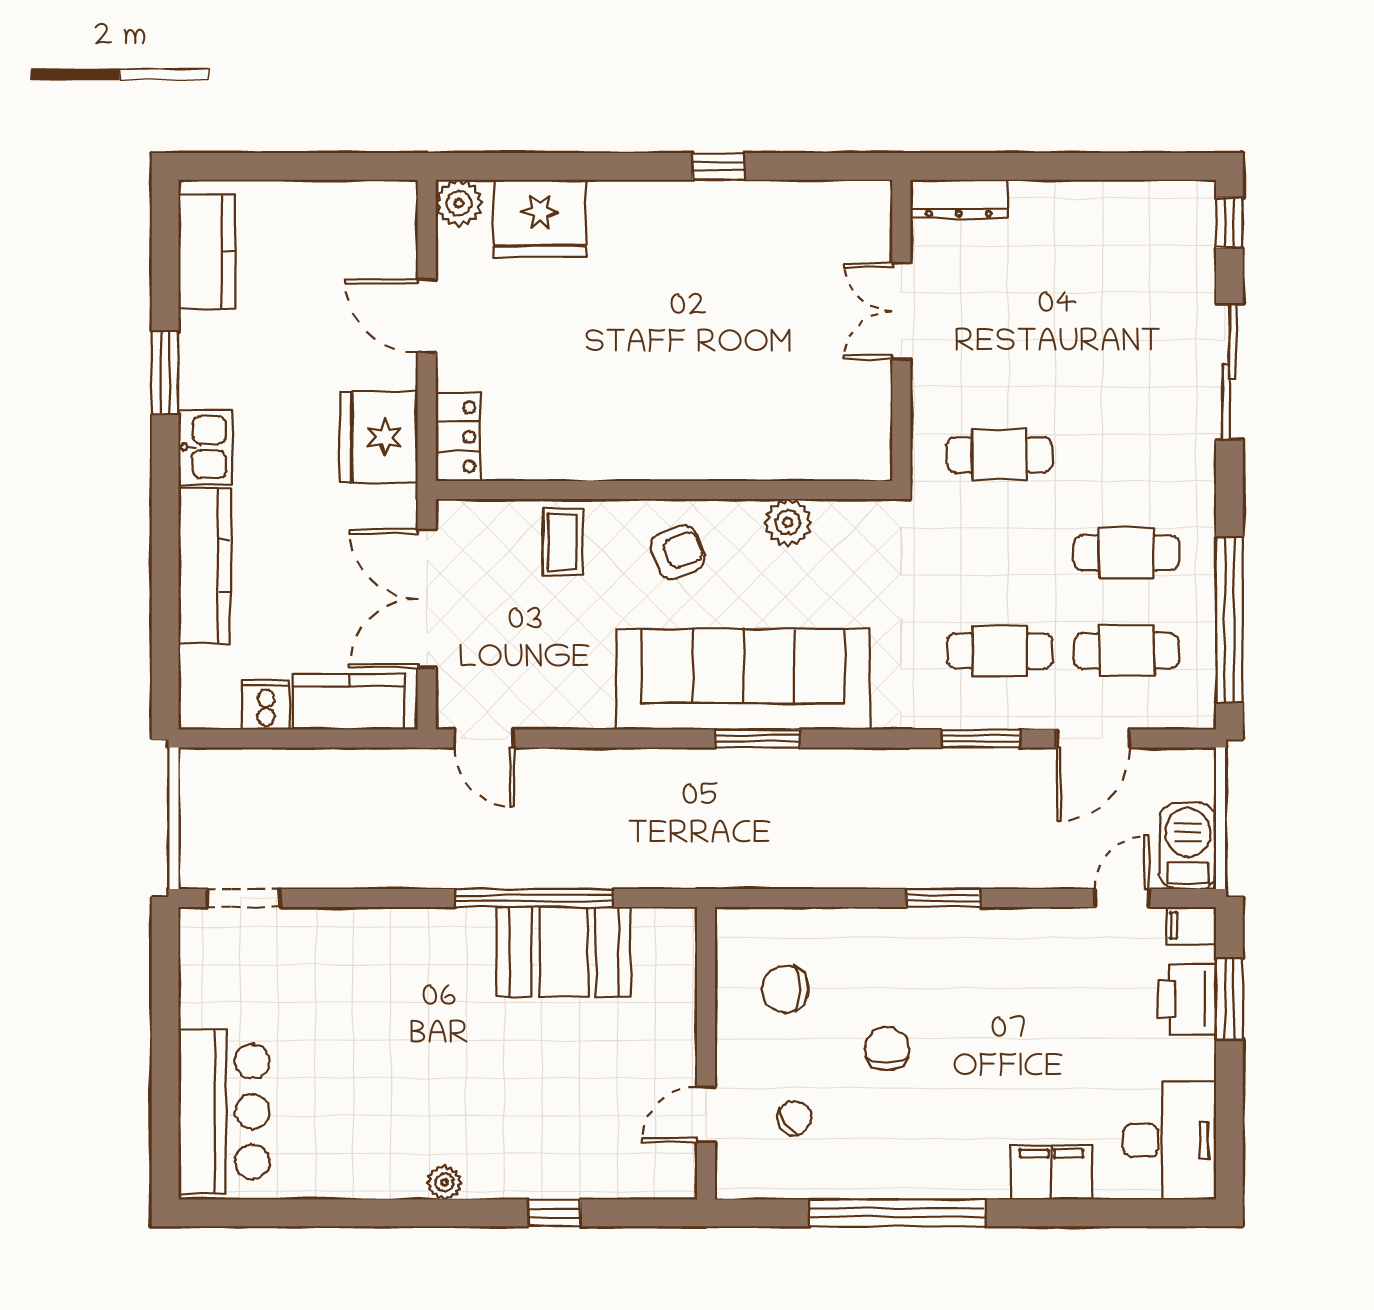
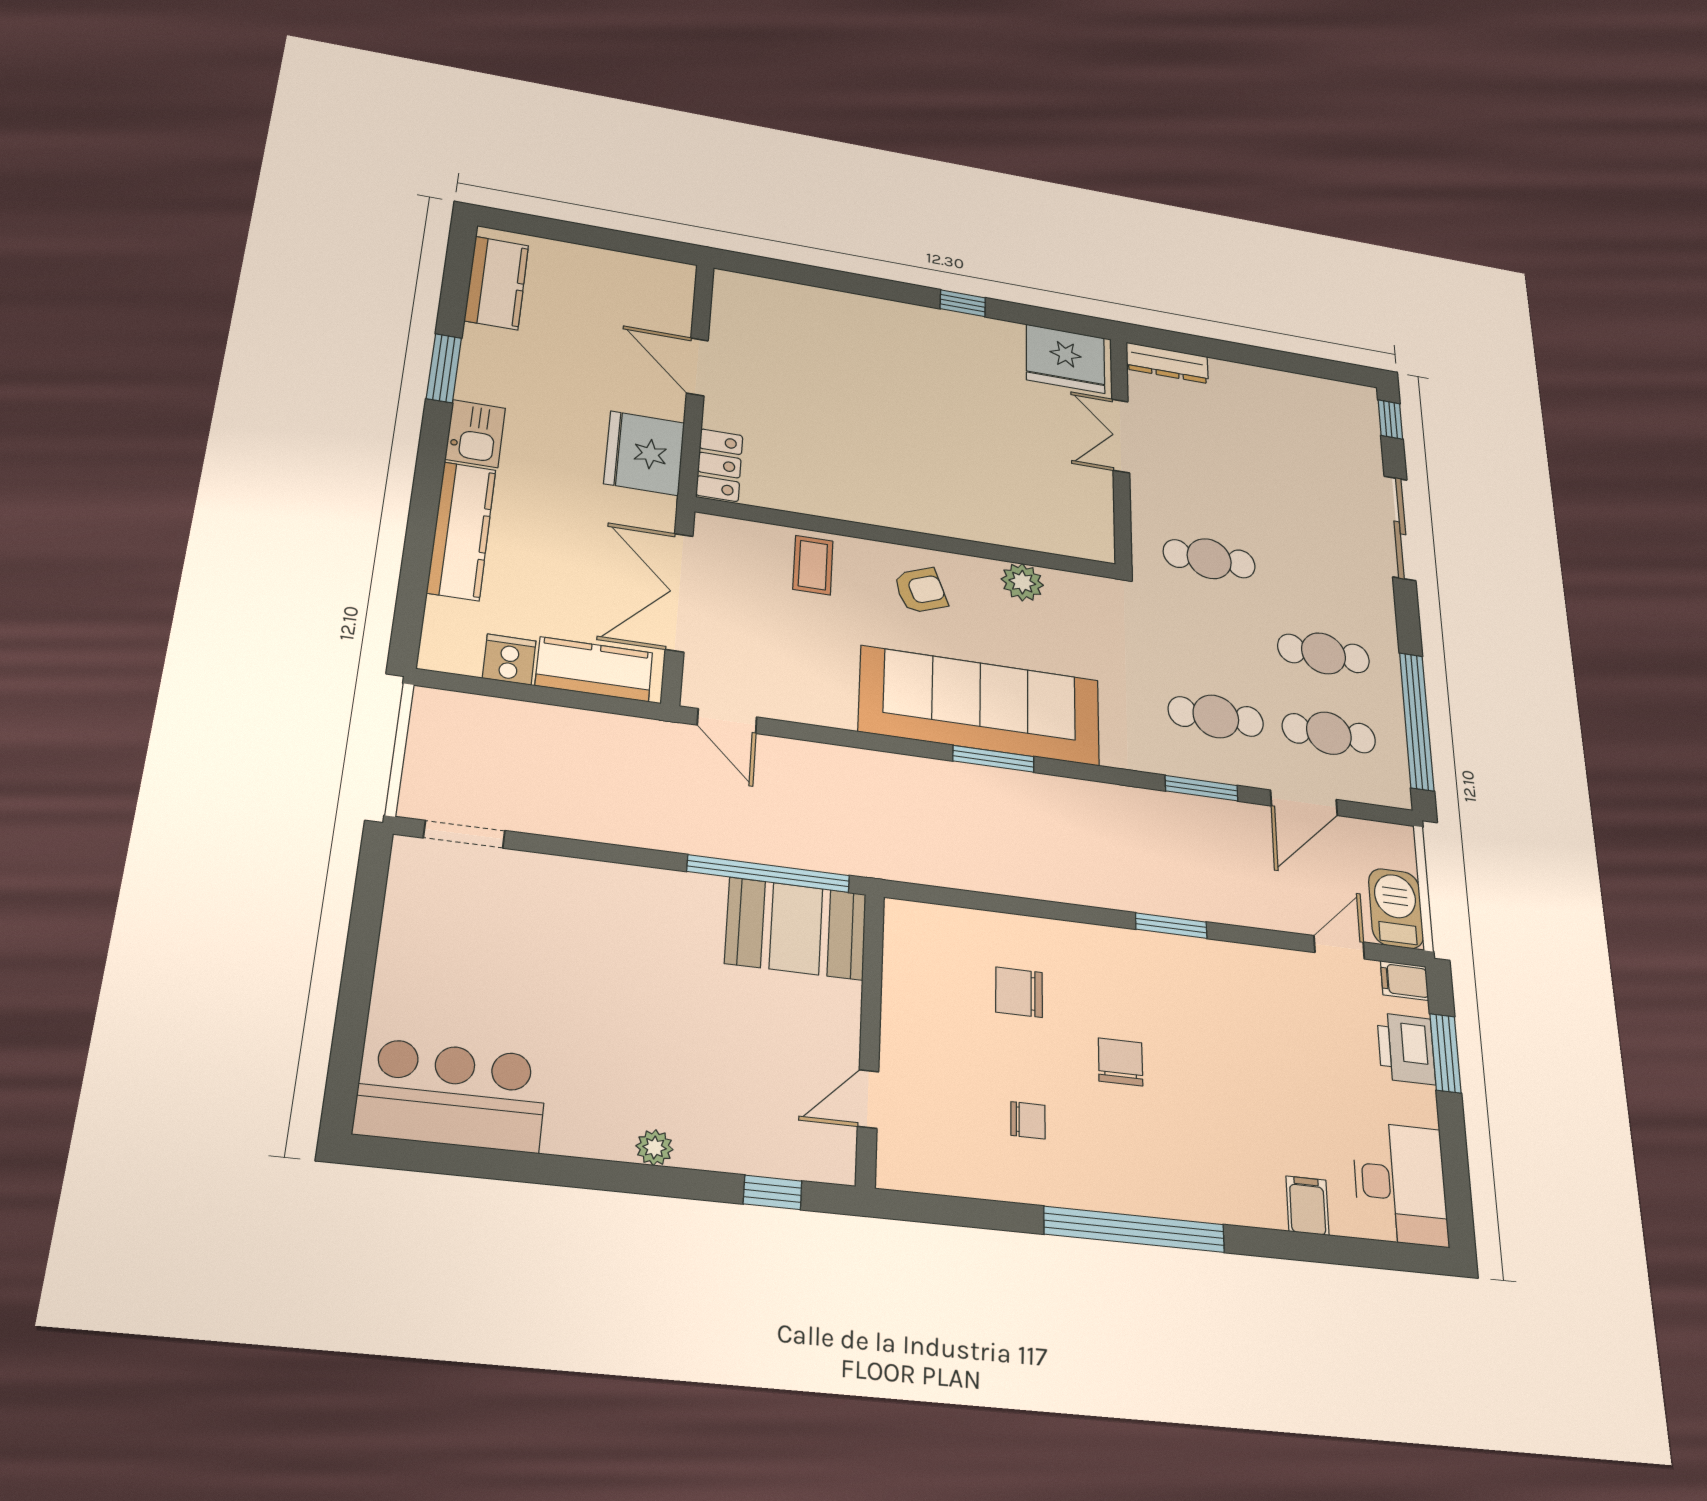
plant: (459, 203) -> (733, 288), removed
fridge: (540, 218) -> (1066, 359), moved
wall: (706, 1053) -> (870, 1037), moved
bar counter: (224, 1111) -> (451, 1095), moved, turned -90
door: (706, 1114) -> (868, 1099), moved
chair: (794, 1118) -> (1028, 1120), turned 35
filing cabinet: (1051, 1172) -> (1307, 1206), width x0.50

